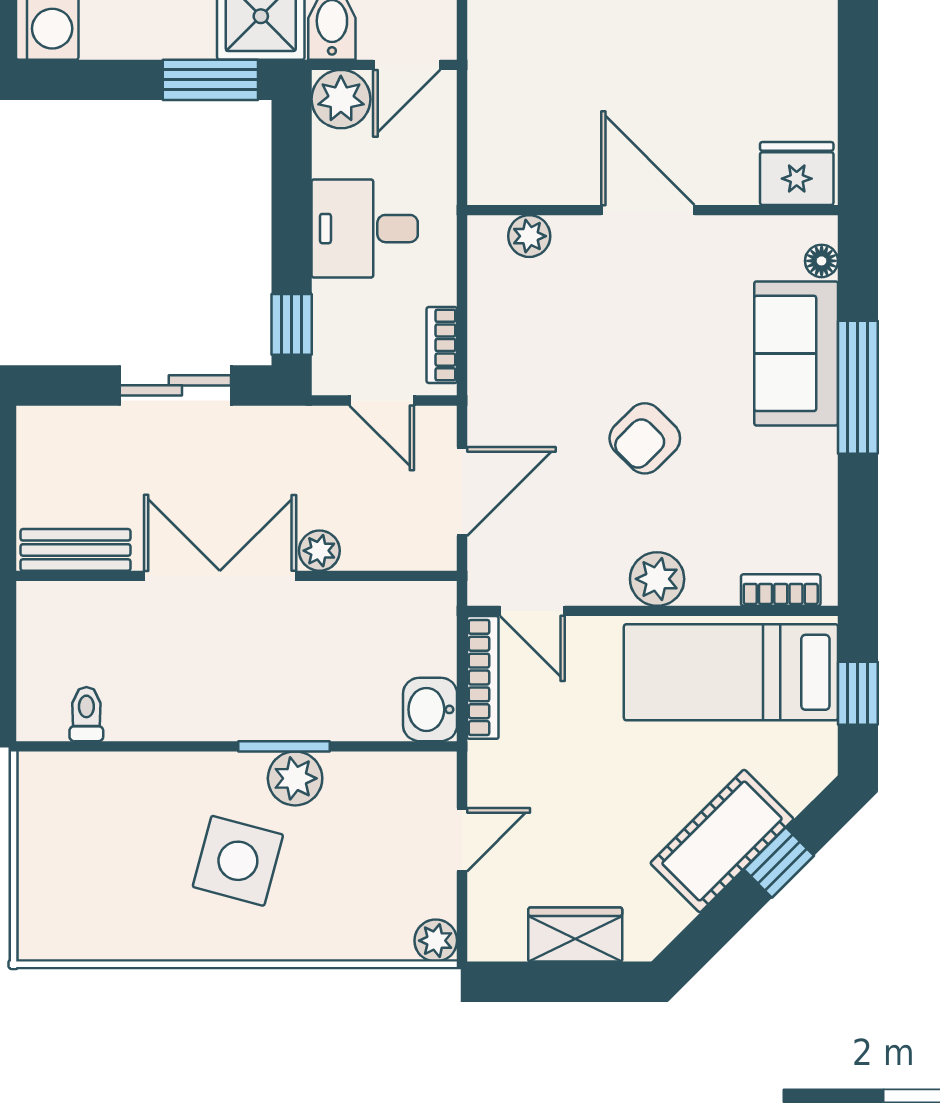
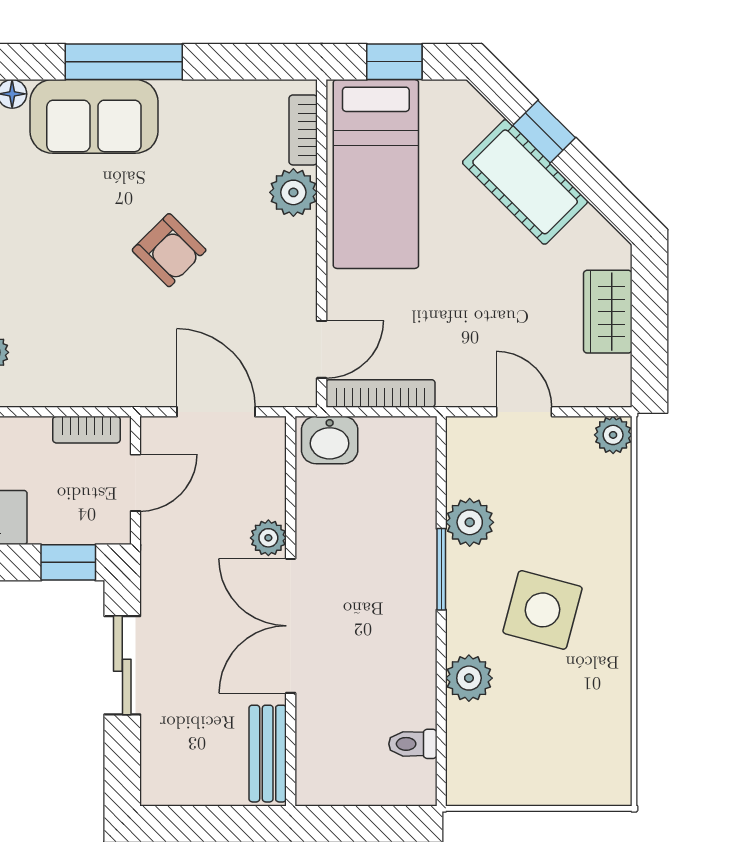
plant: (657, 579) -> (293, 192), moved
washbasin: (430, 709) -> (330, 440), moved
plant: (161, 778) -> (469, 678), added
plant: (295, 778) -> (470, 522), moved

